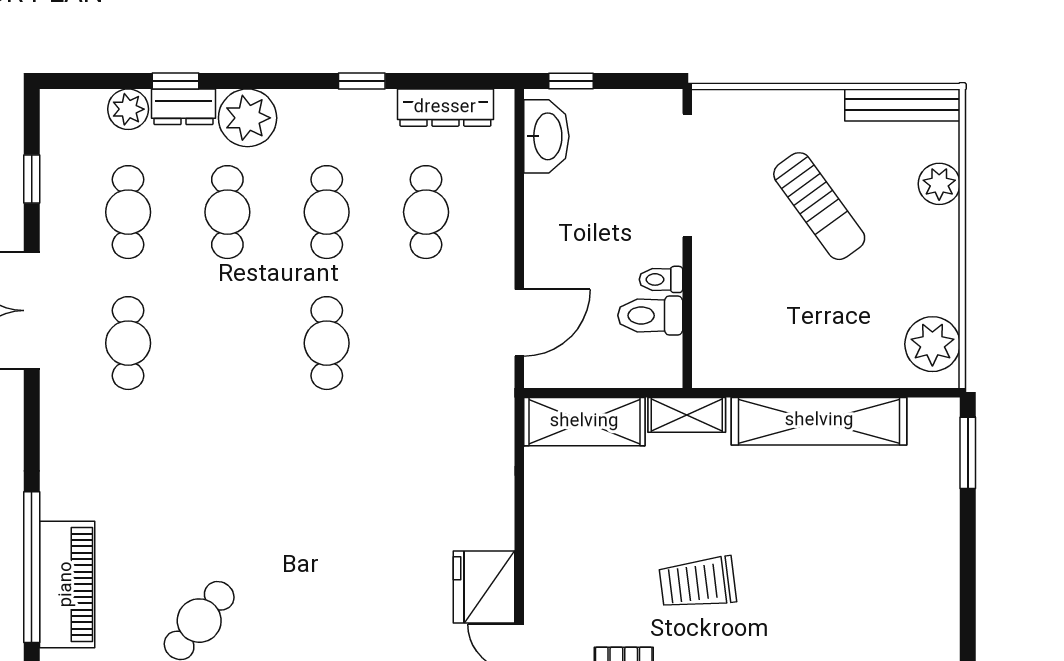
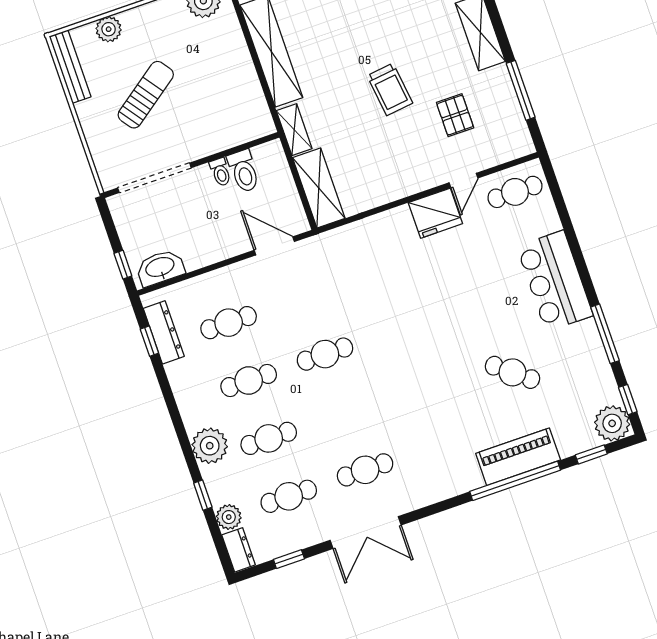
window: (362, 81) -> (149, 341), moved
dresser: (183, 107) -> (239, 550), moved

